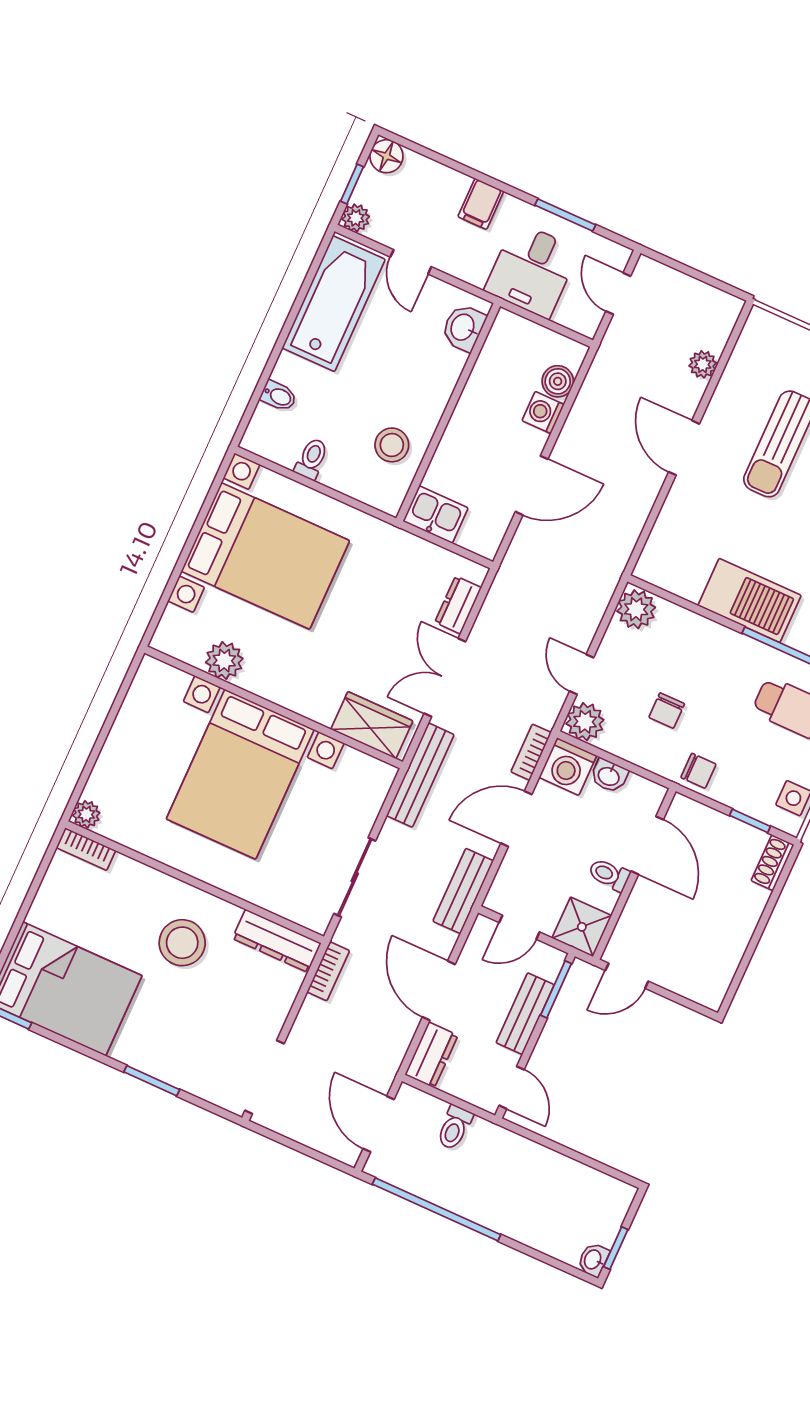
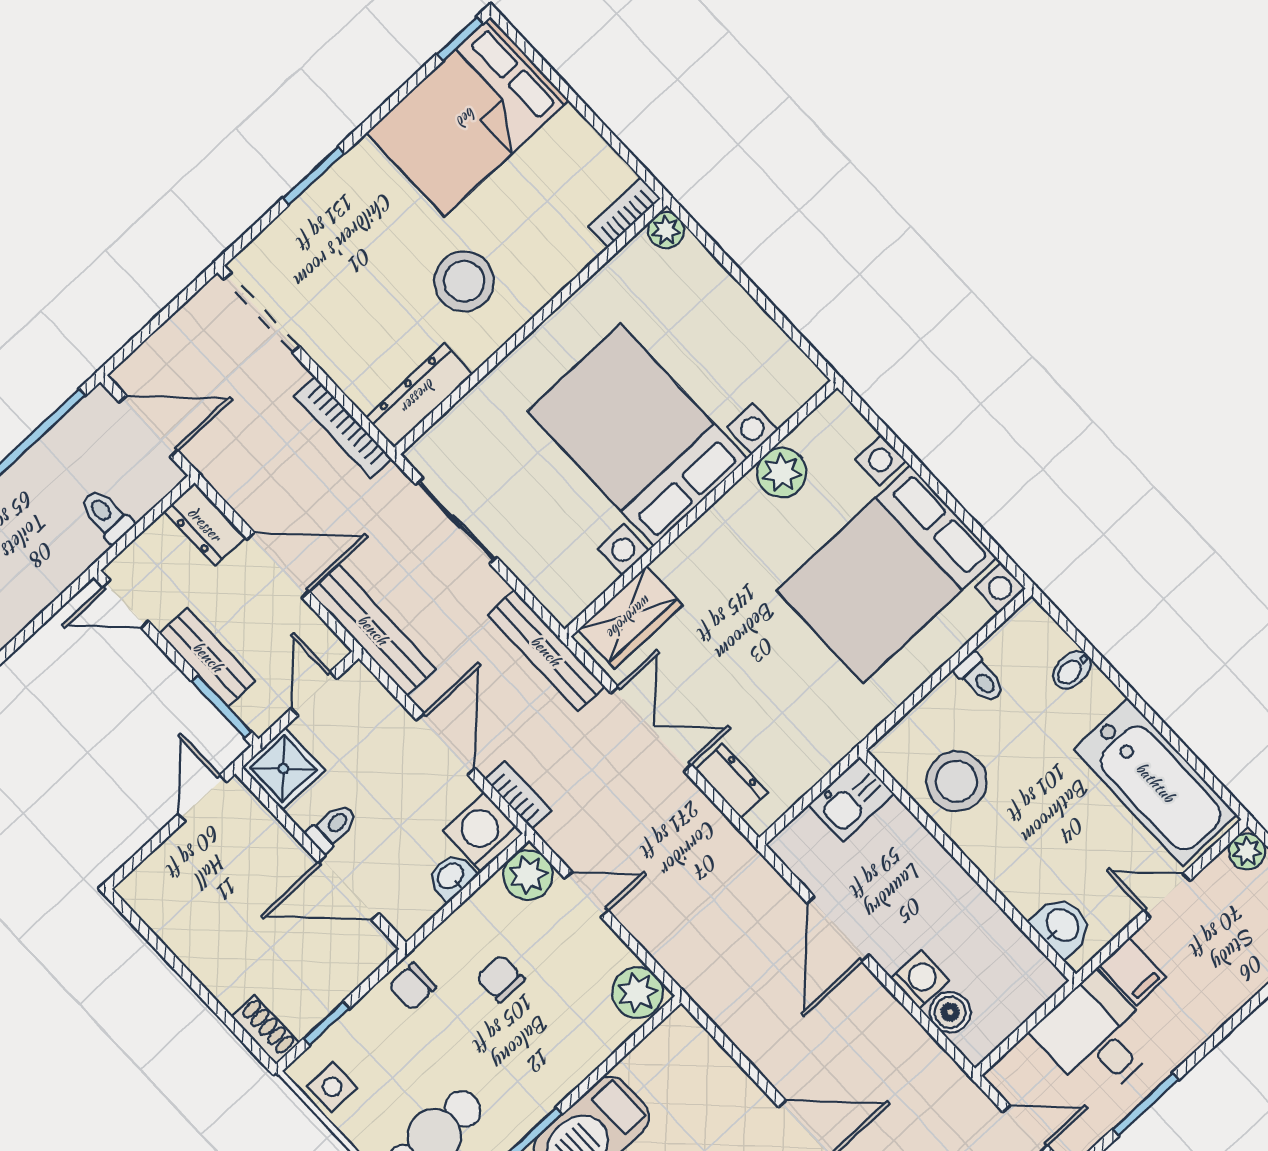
filing cabinet: (481, 204) -> (1133, 971), moved, turned 180
stool: (392, 445) -> (957, 781), width x1.38, depth x1.38
bench: (463, 891) -> (373, 630), width x1.36
bookcase: (328, 971) -> (343, 427), width x1.56

